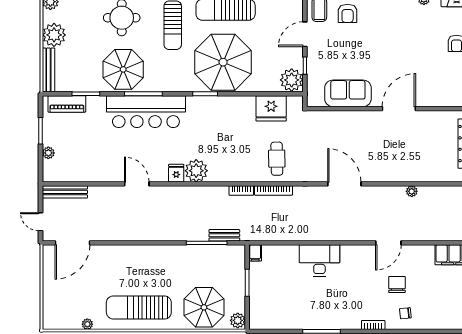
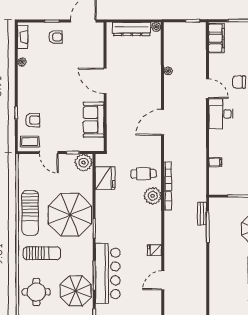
plant: (196, 171) -> (153, 196), moved
filing cabinet: (255, 253) -> (215, 162), moved
desk: (319, 260) -> (221, 114), moved

